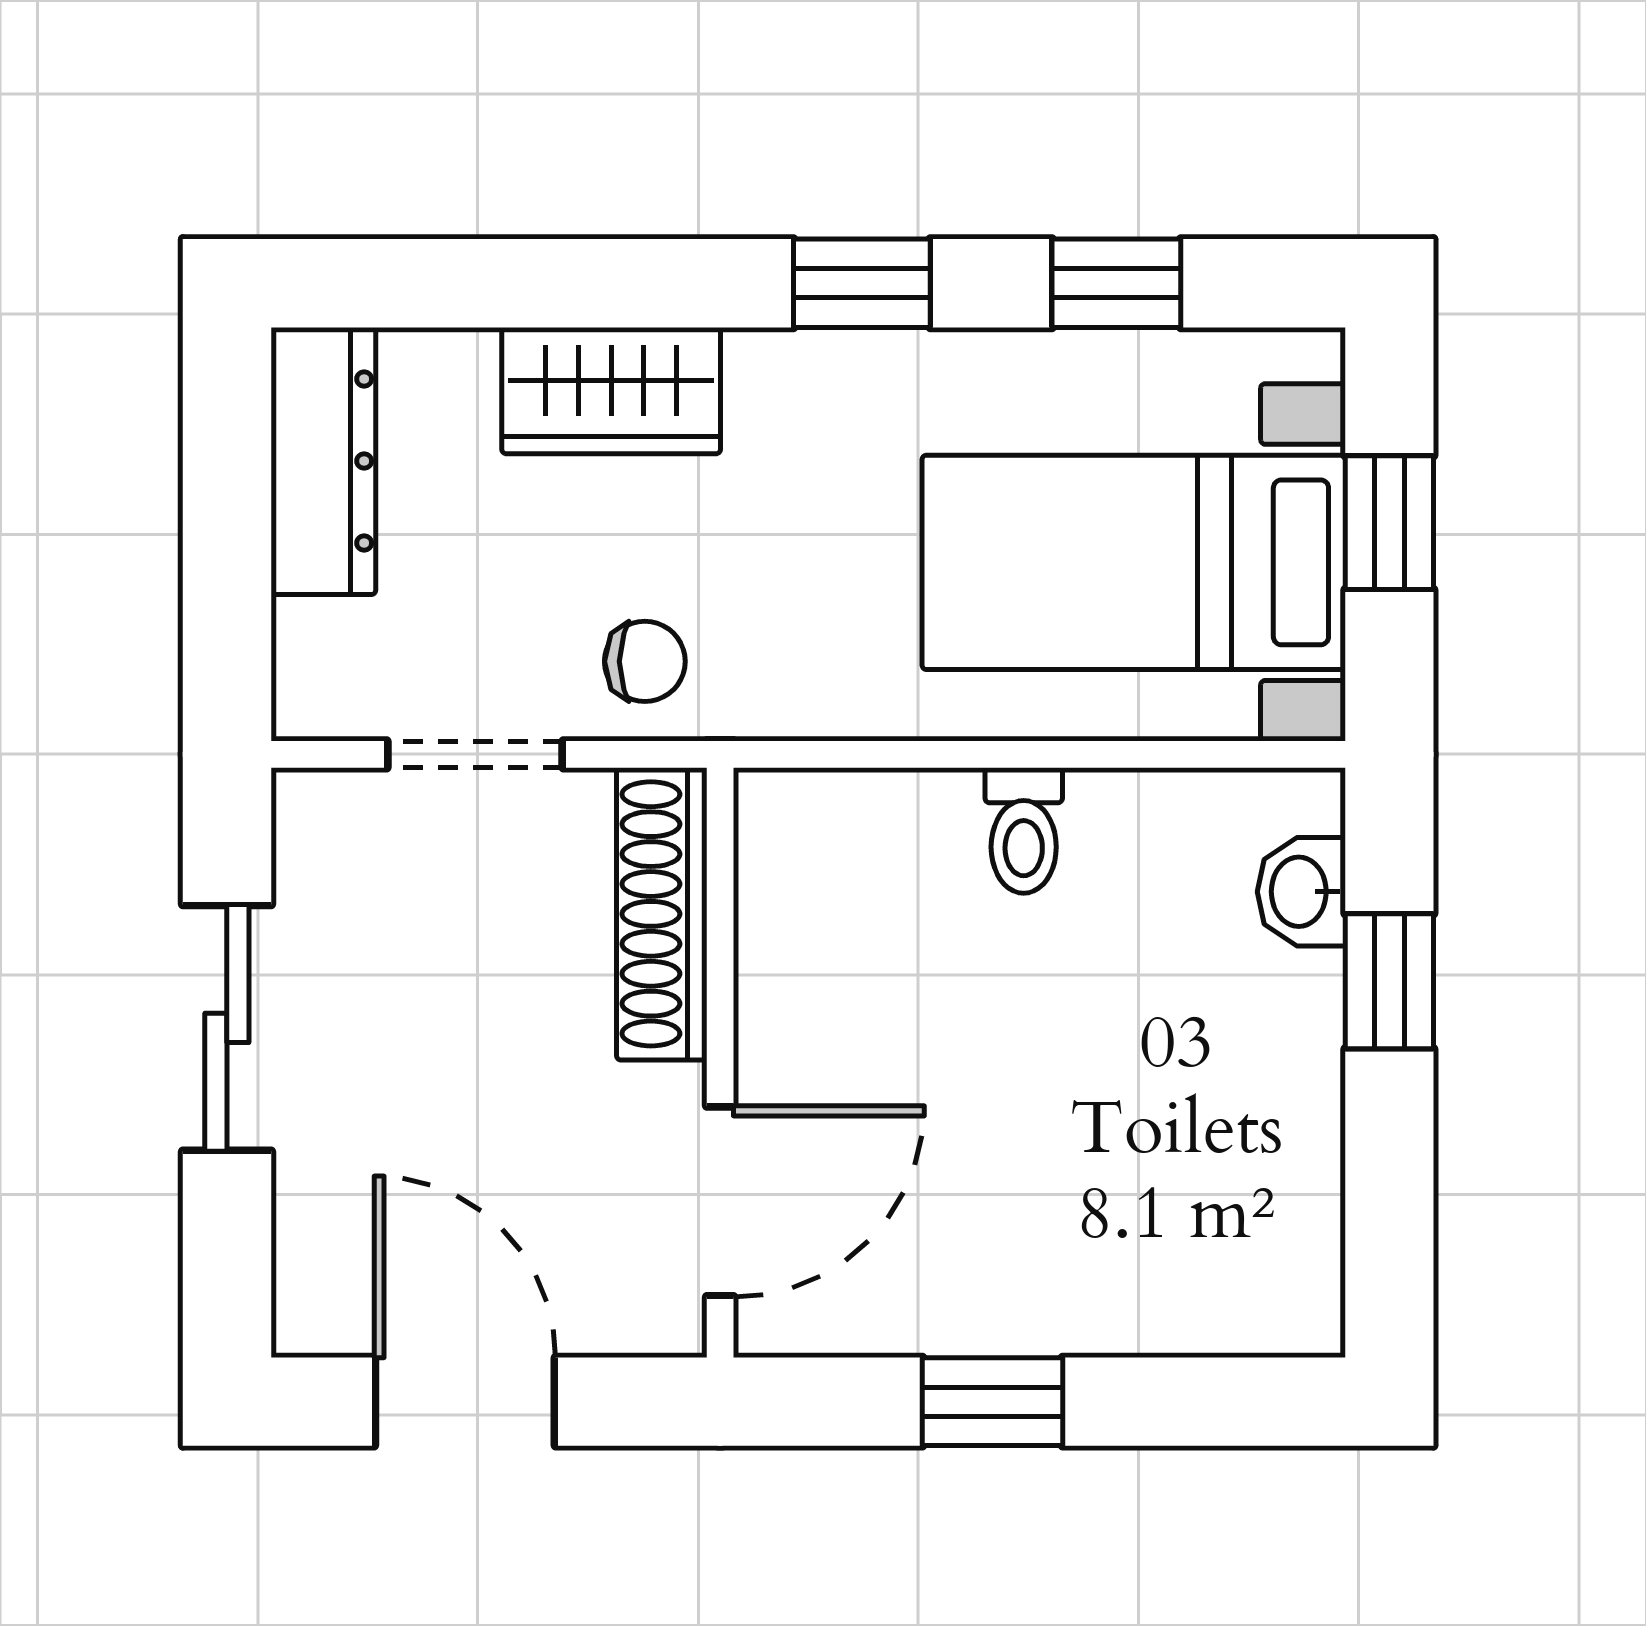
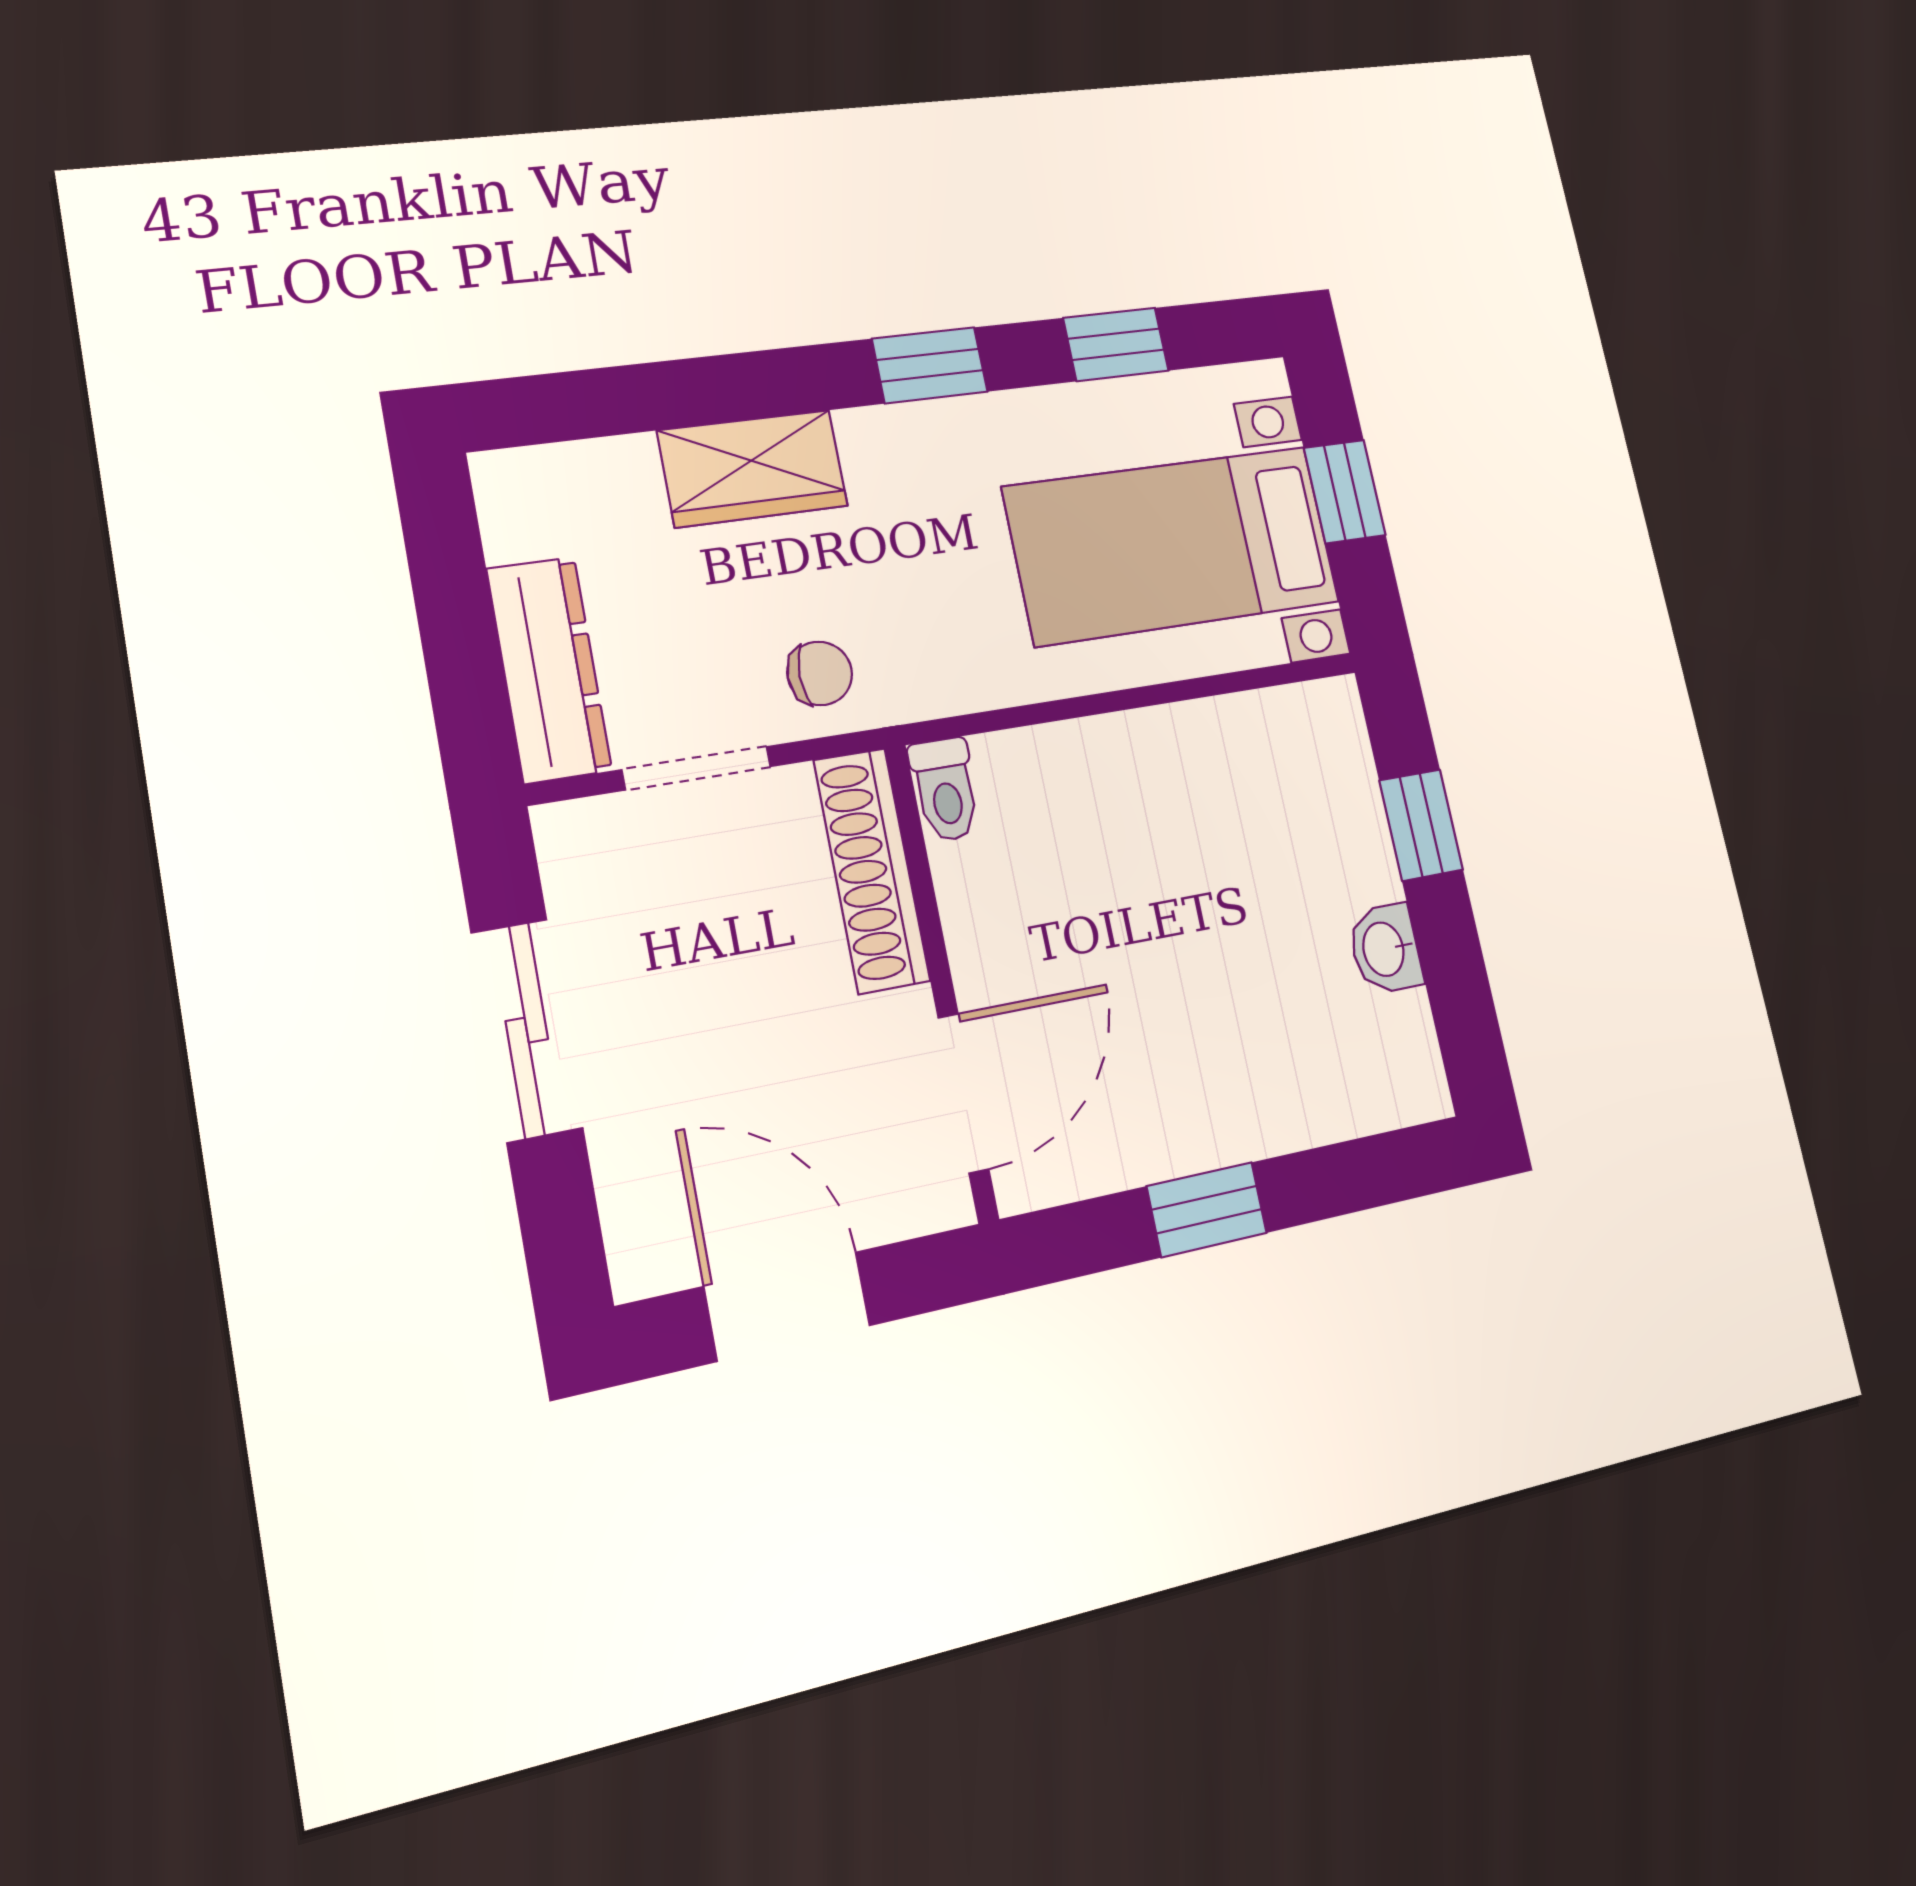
dresser: (323, 461) -> (549, 669), moved
toilet: (1024, 831) -> (945, 790), moved
washbasin: (1301, 892) -> (1385, 949), moved

